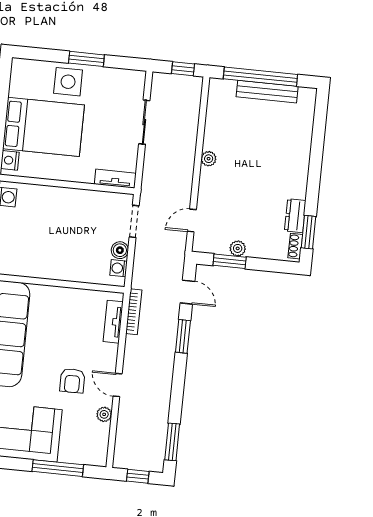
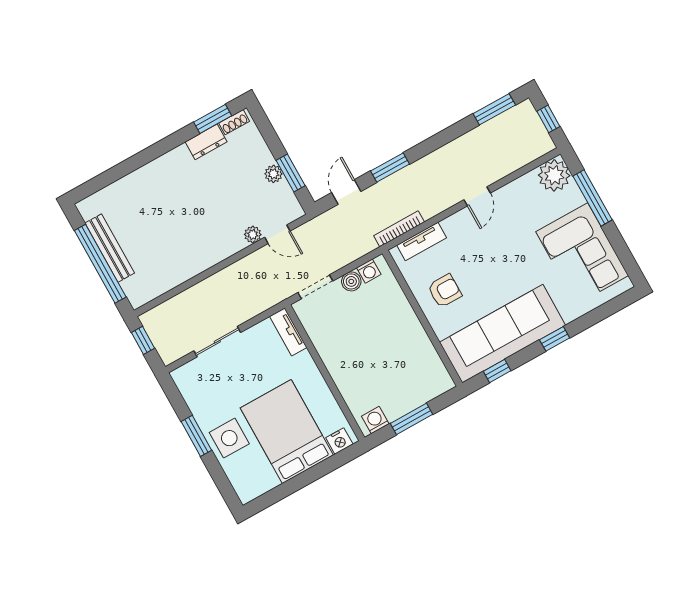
plant: (209, 159) -> (253, 234), moved
armchair: (72, 381) -> (445, 291), moved
plant: (104, 414) -> (554, 175), moved, width x1.87, depth x1.87

